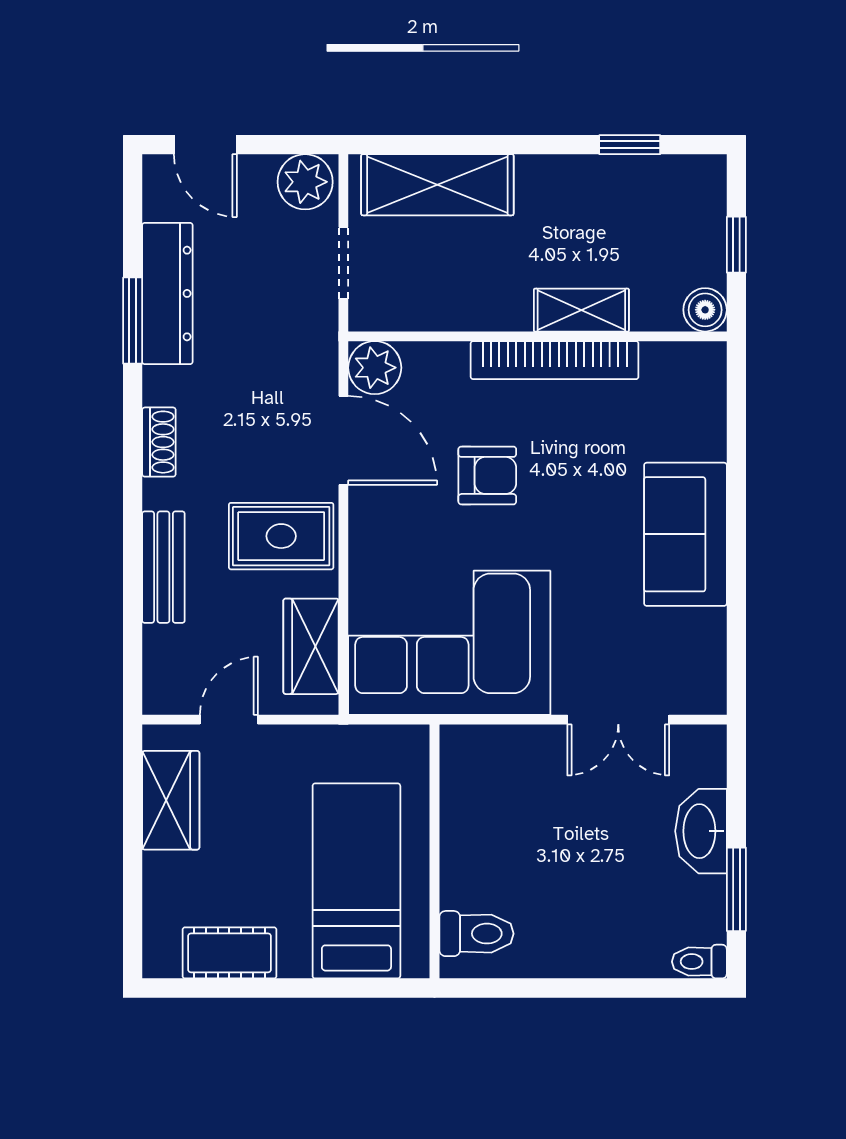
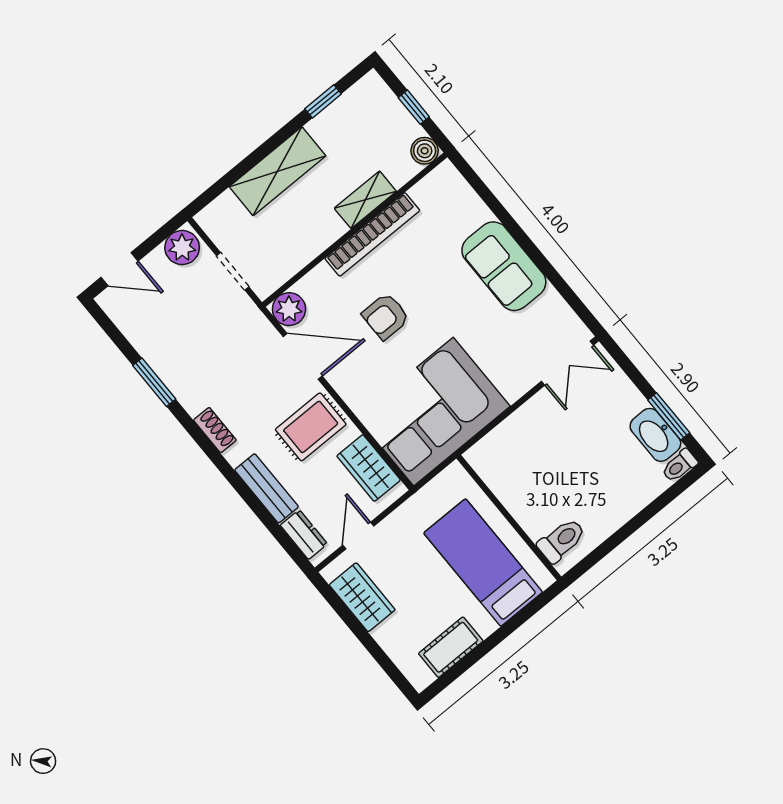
shelving: (437, 185) -> (277, 171), moved
dresser: (167, 293) -> (304, 535), moved, width x0.51, depth x0.80
armchair: (487, 475) -> (386, 316), turned 180
double door: (618, 720) -> (567, 363), moved
washbasin: (701, 831) -> (655, 435), moved

